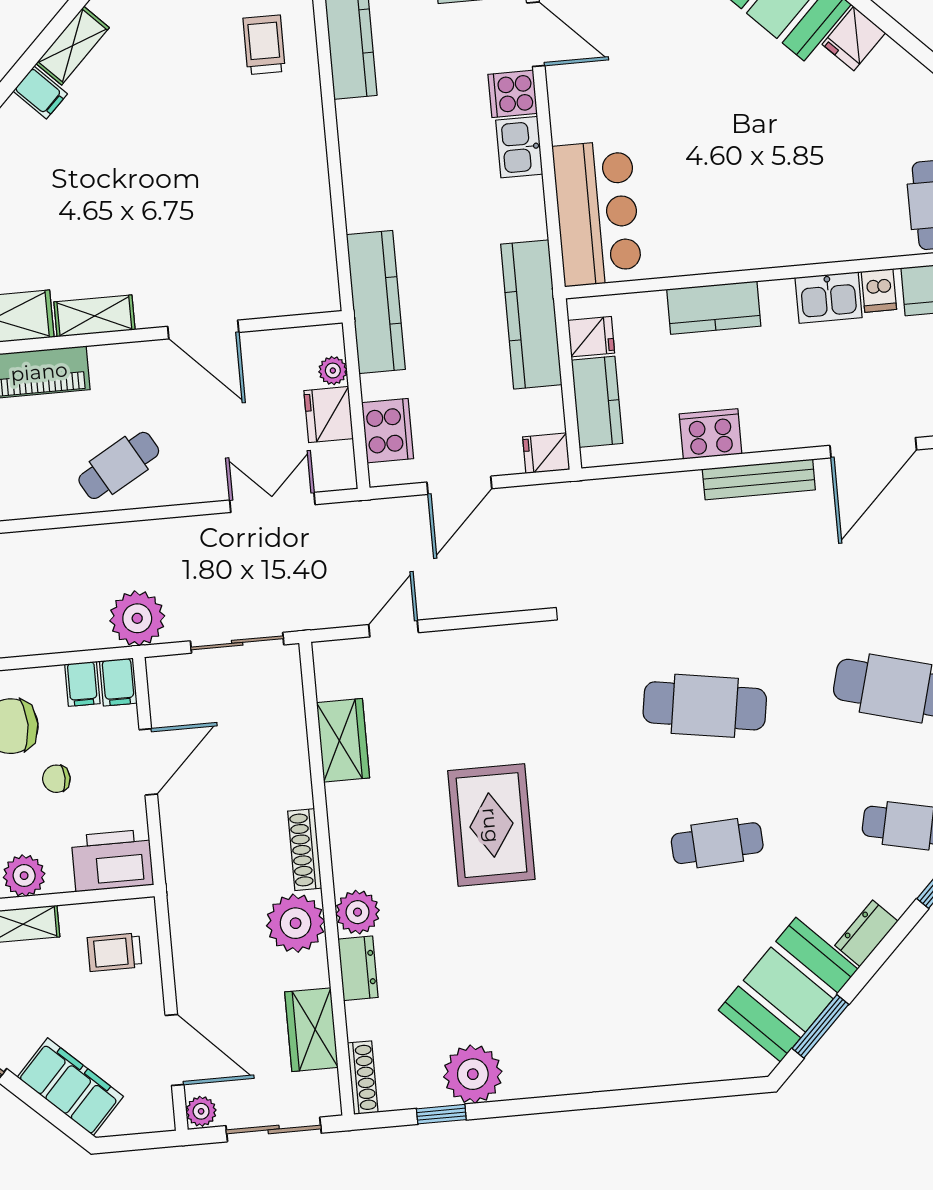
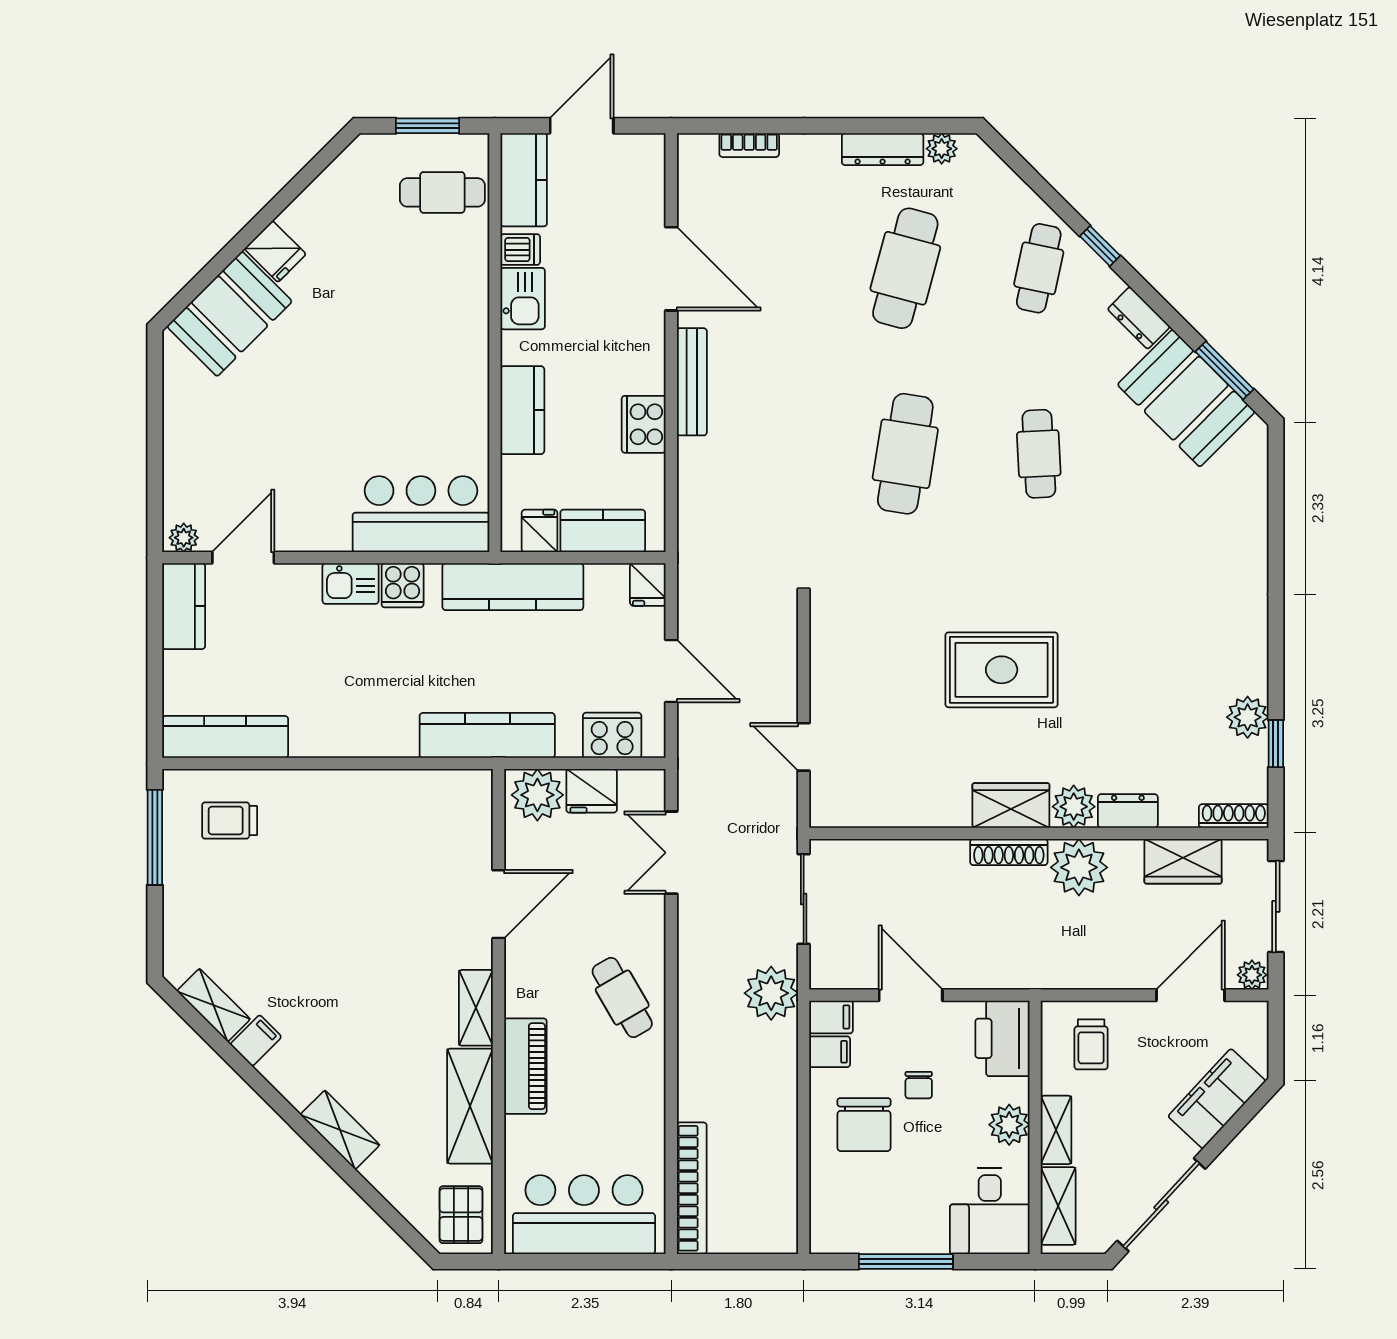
cooker: (513, 94) -> (403, 585), moved
plant: (333, 371) -> (537, 795), width x1.87, depth x1.87
wardrobe: (343, 740) -> (1011, 805), moved
plant: (473, 1074) -> (1248, 717), width x0.73, depth x0.73

